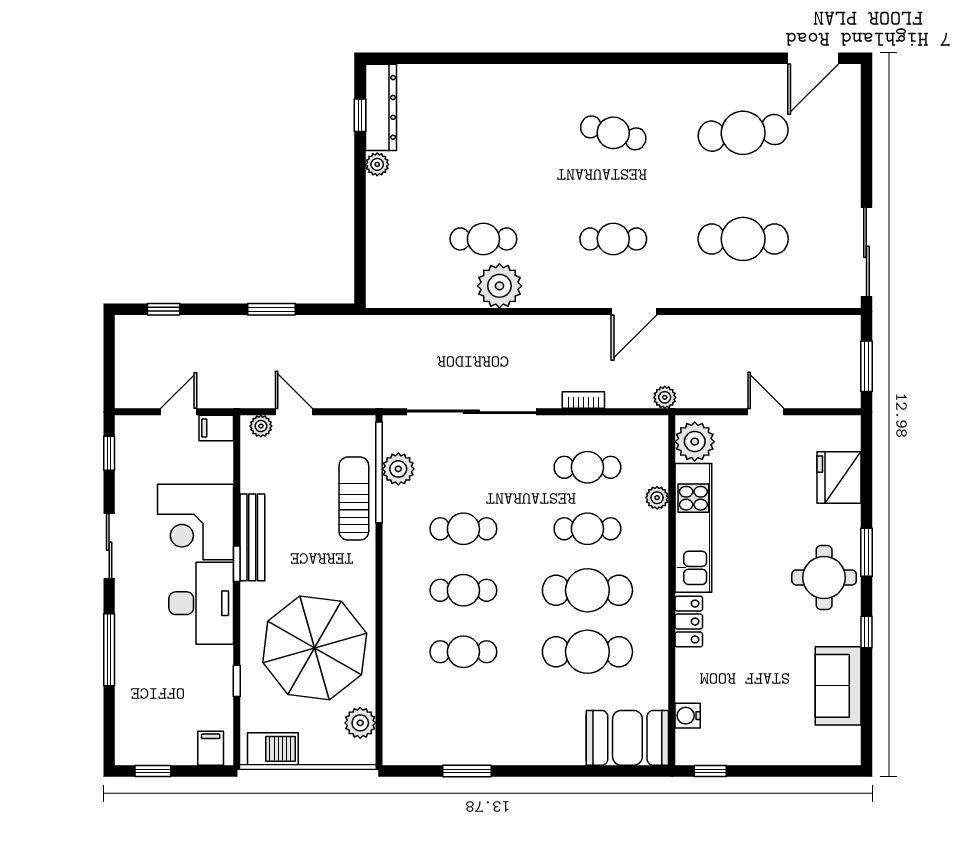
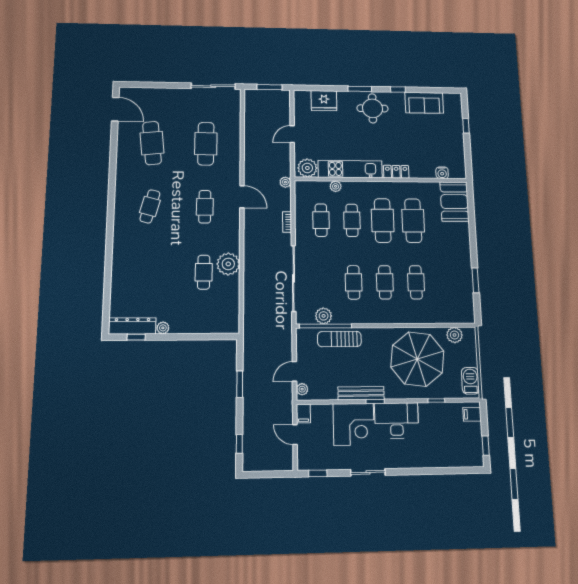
window: (109, 650) -> (423, 471), removed
window: (710, 771) -> (466, 126), moved

